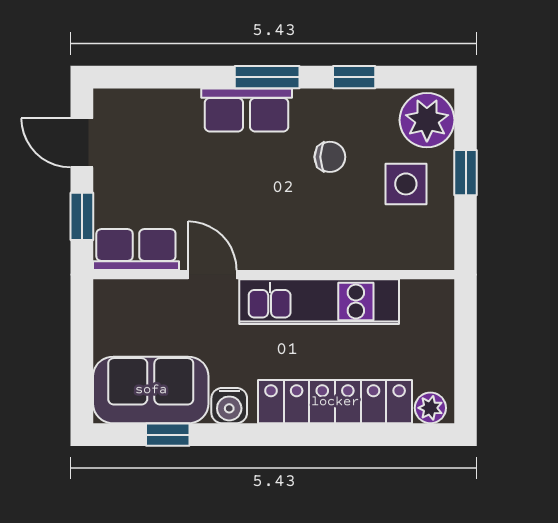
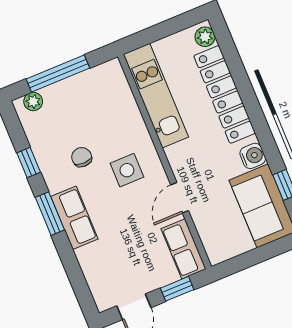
plant: (427, 120) -> (33, 102), width x0.53, depth x0.53
window: (466, 173) -> (58, 73), width x2.17
side table: (406, 184) -> (127, 170), moved
kitchen unit: (319, 302) -> (156, 96), moved

